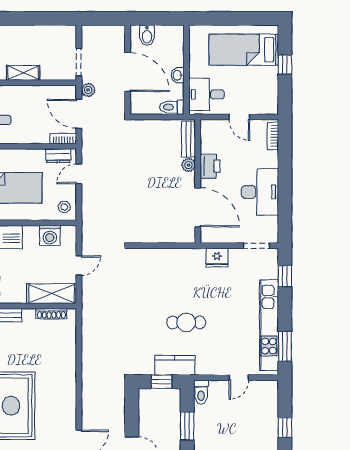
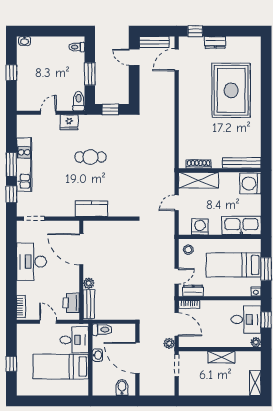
bed: (244, 50) -> (61, 367), moved, turned 180
printer: (210, 166) -> (71, 303), moved
fridge: (217, 258) -> (69, 122), moved, turned 180
kitchen unit: (269, 325) -> (24, 165), width x0.73
window: (285, 346) -> (11, 164), moved
kitchen counter: (175, 365) -> (92, 209), moved, turned 180

